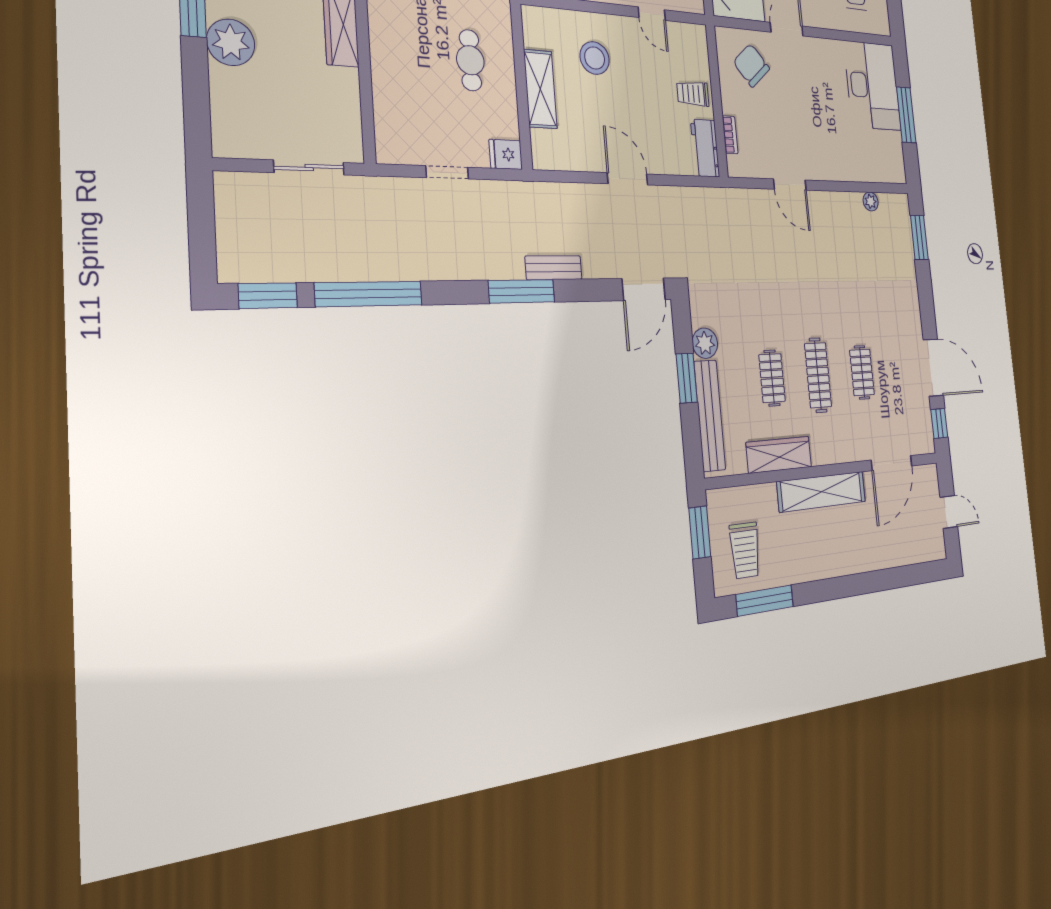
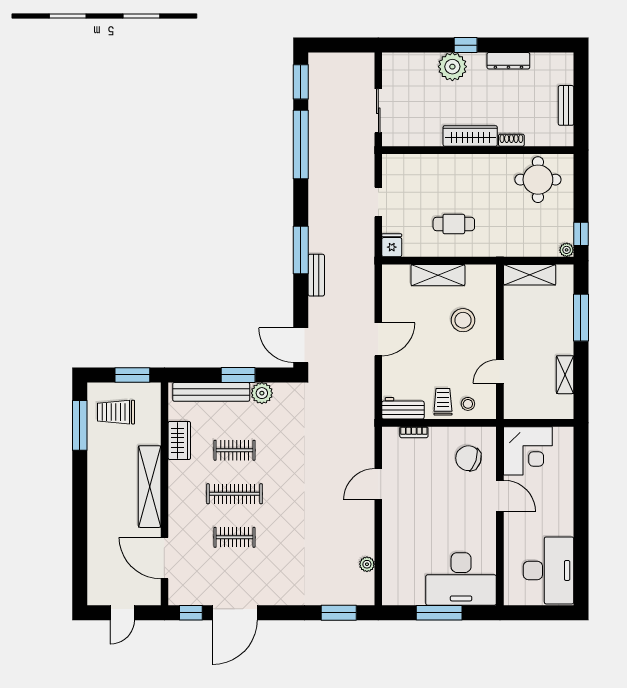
stool: (692, 60) -> (468, 404), added
chair: (751, 65) -> (468, 458), turned -121
wardrobe: (779, 455) -> (179, 440), width x0.67

